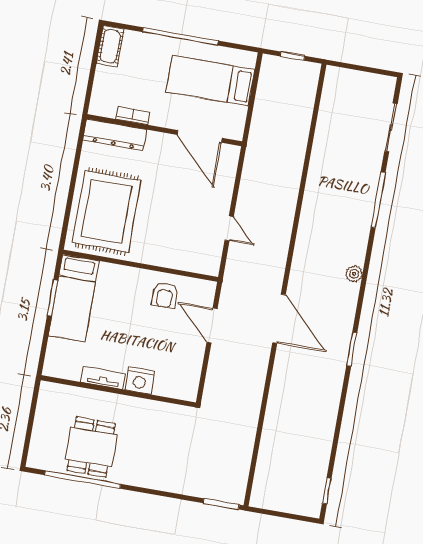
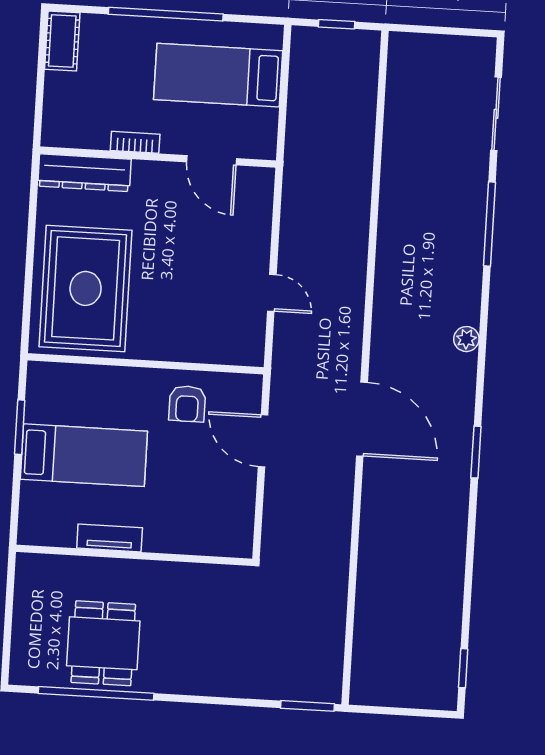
bookcase: (133, 116) -> (135, 142), moved
door: (200, 136) -> (212, 160), width x0.73
bed: (74, 298) -> (84, 455), moved, turned -90
nightstand: (140, 380) -> (164, 535), removed

